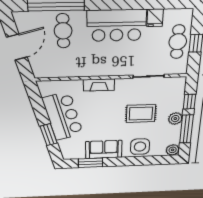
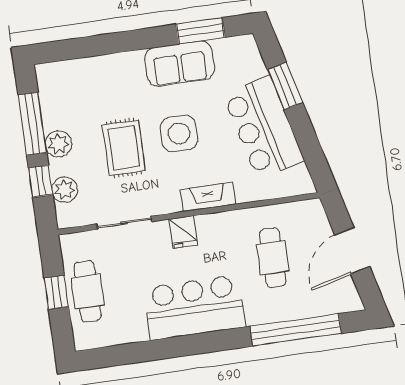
fridge: (155, 18) -> (183, 232), moved, turned 180
cafe table: (63, 31) -> (273, 258), moved
rug: (141, 114) -> (124, 148), turned 90
side table: (140, 147) -> (179, 133), moved
plant: (173, 150) -> (65, 190), moved

